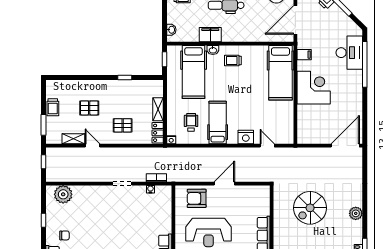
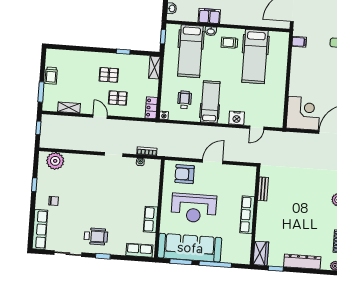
hospital bed: (280, 73) -> (255, 57), moved
corner desk: (314, 88) -> (303, 113), moved
pallet: (89, 108) -> (109, 75), moved
shelving: (158, 109) -> (154, 68), moved
door: (93, 146) -> (100, 117), moved
door: (267, 146) -> (257, 128), swing flipped
bench: (278, 208) -> (263, 189), added
spiral stairs: (310, 208) -> (294, 191), removed

